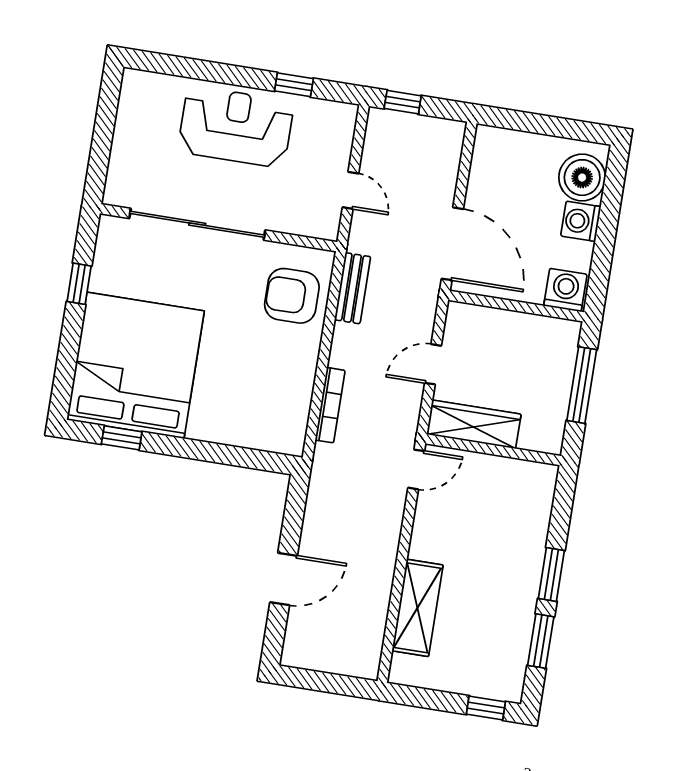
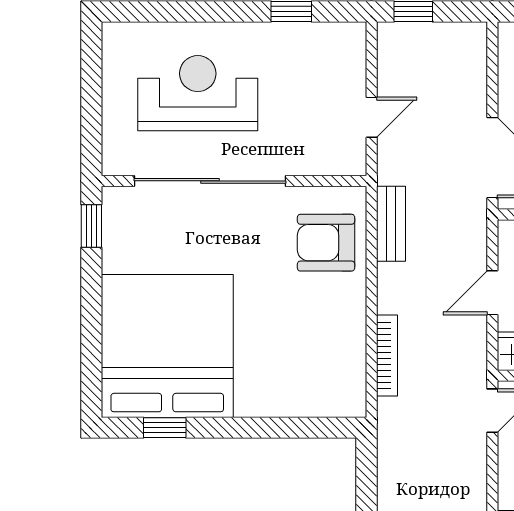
reception desk: (236, 127) -> (198, 93), moved
door: (350, 190) -> (372, 117), hinge flipped
window: (79, 284) -> (91, 226), moved

